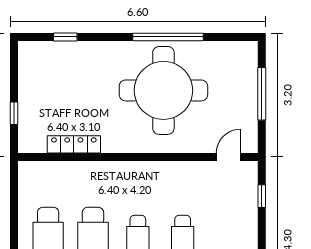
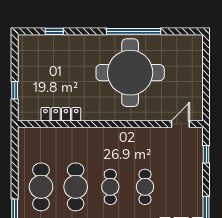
window: (262, 94) -> (206, 75), removed

